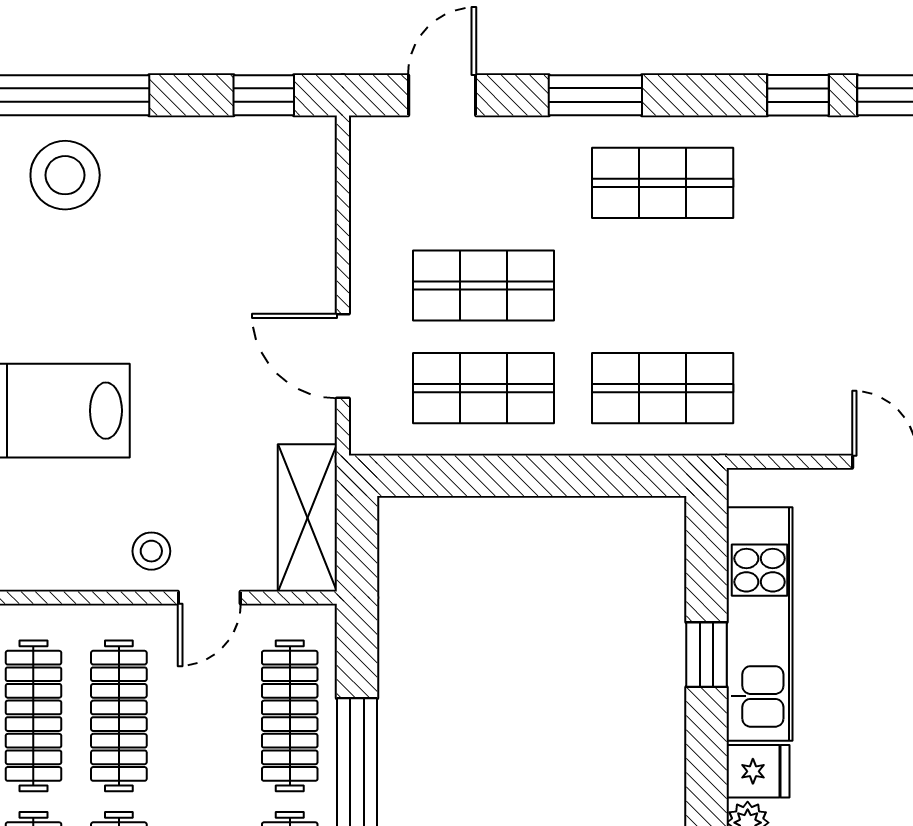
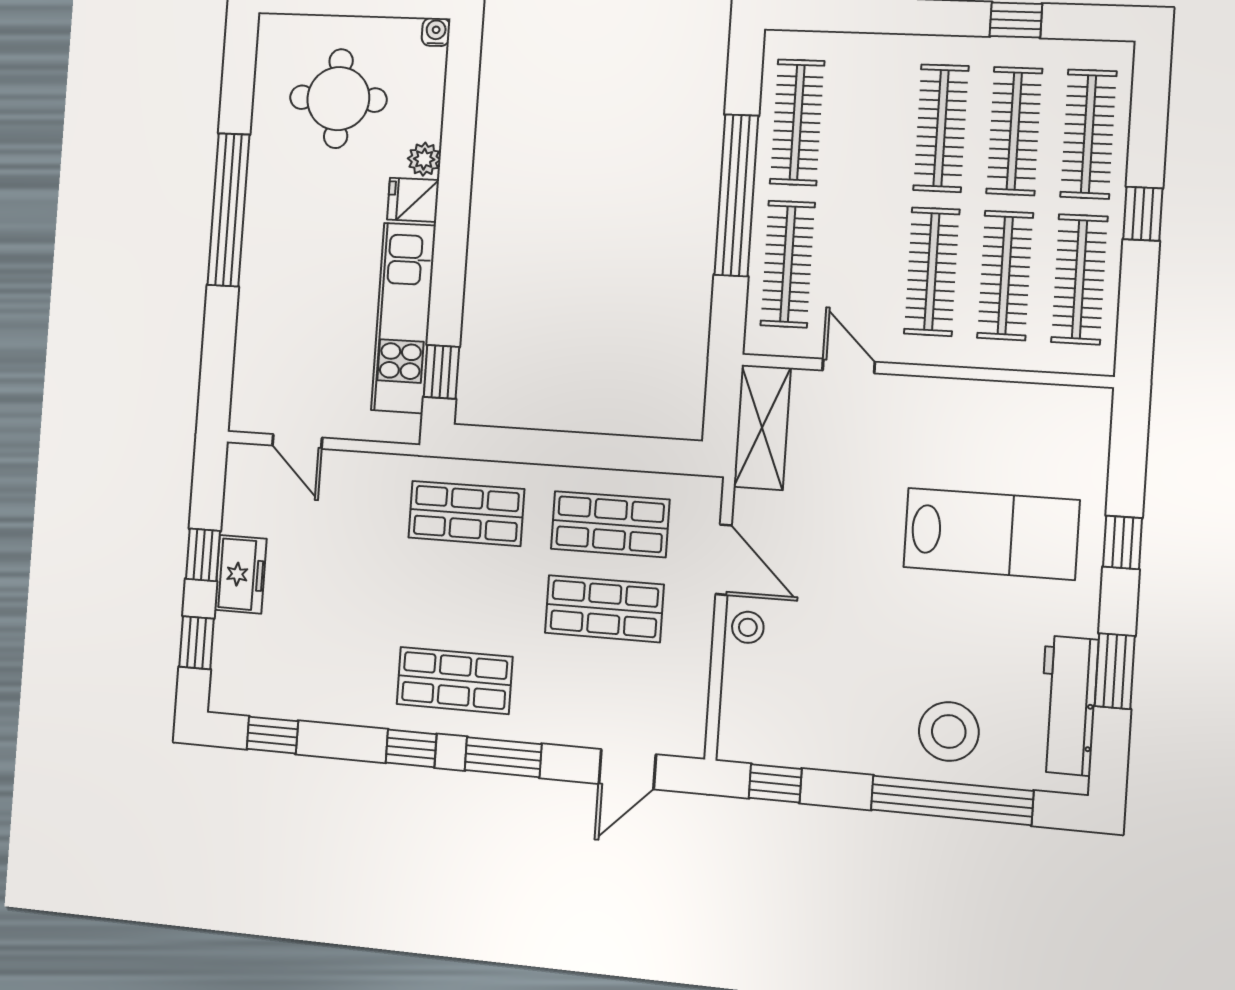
window: (798, 95) -> (411, 748), moved
stool: (151, 551) -> (748, 627), moved
door: (209, 598) -> (849, 366), hinge flipped
window: (706, 655) -> (441, 372), moved

